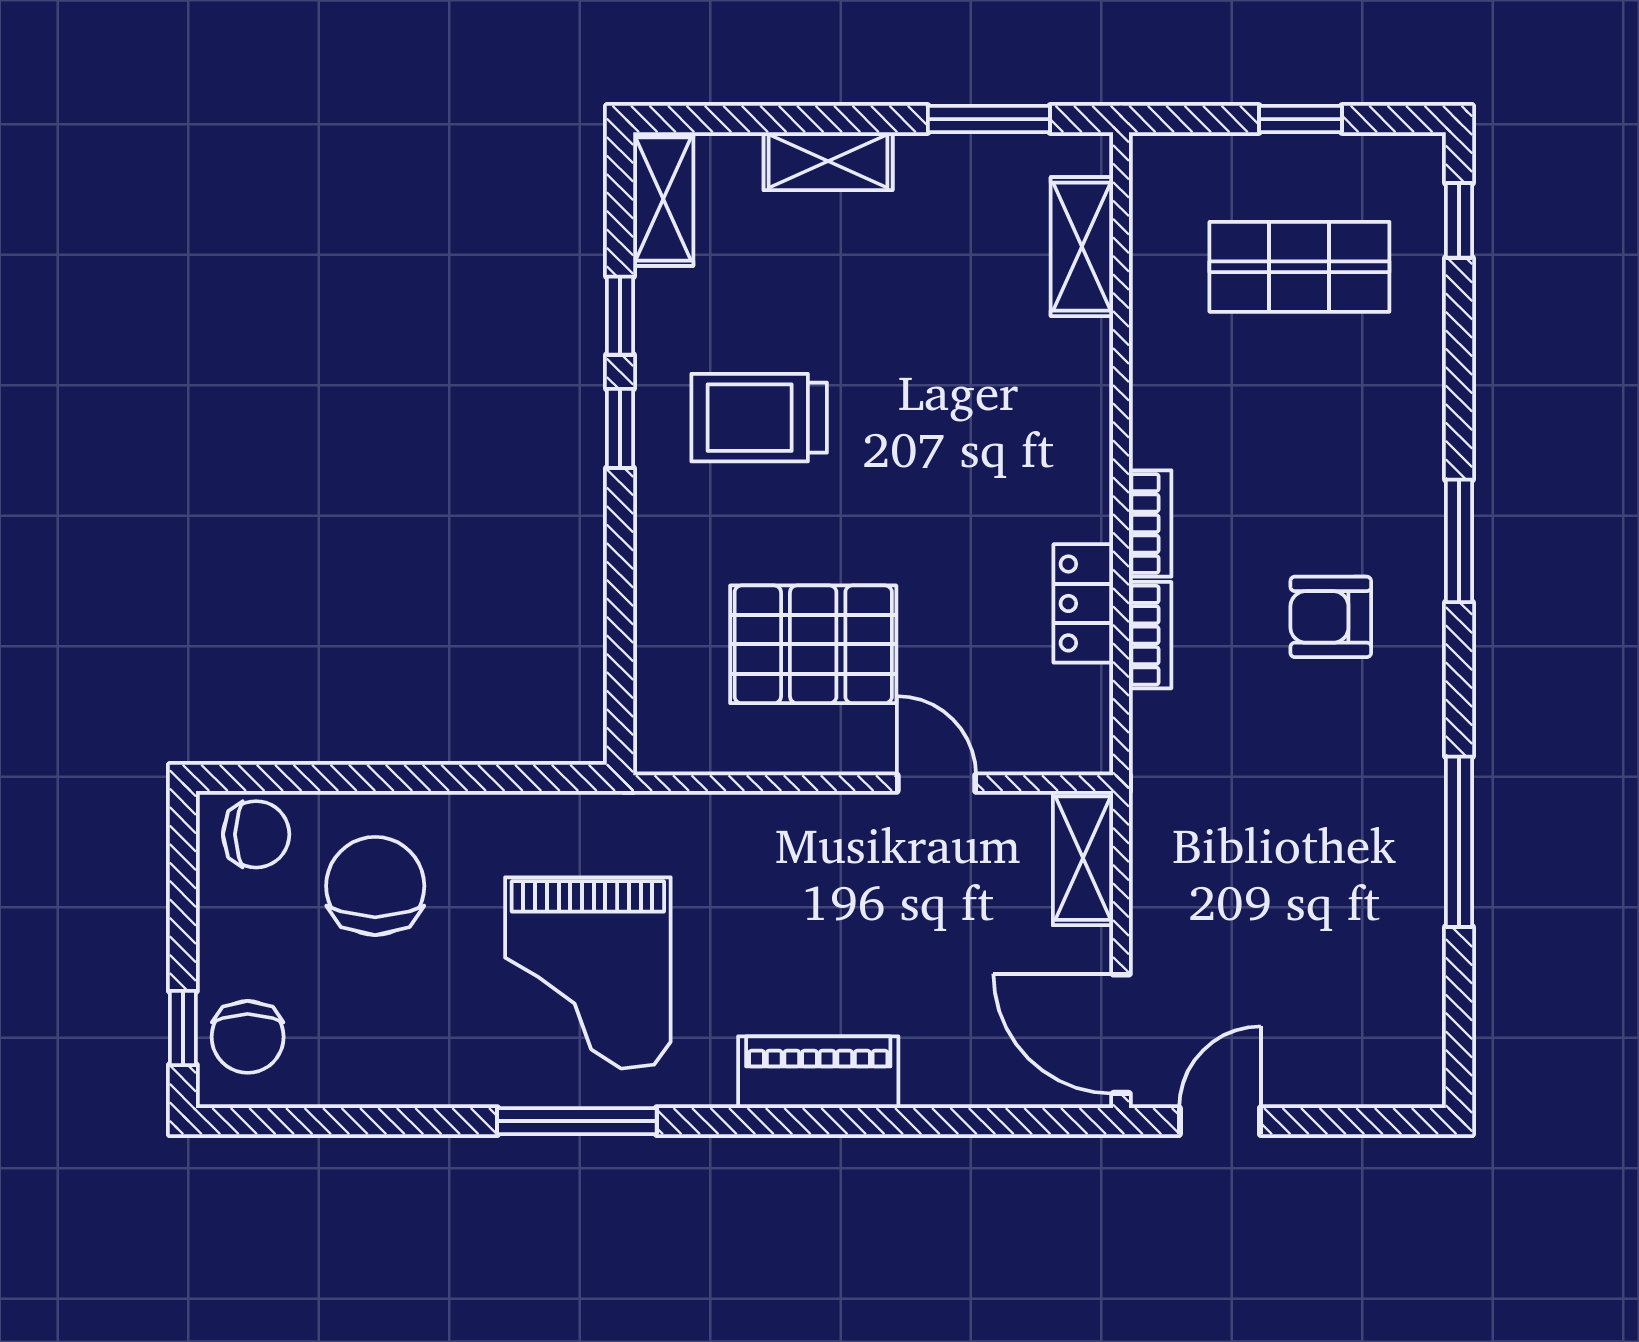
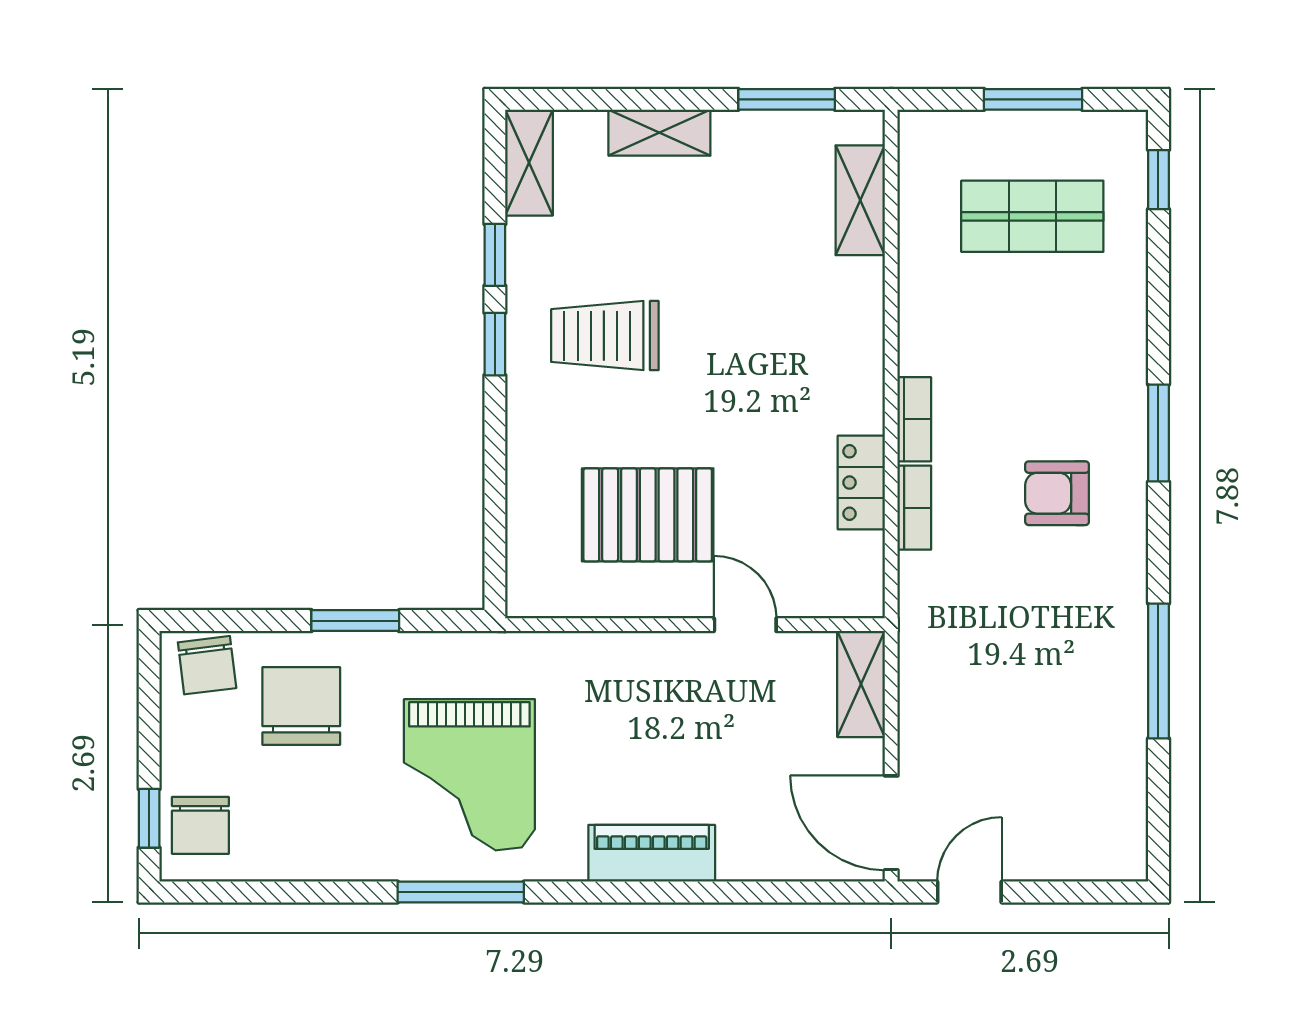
window: (1300, 119) -> (1033, 99), width x1.50
window: (443, 778) -> (355, 621), added
chair: (256, 834) -> (207, 665), turned 83

